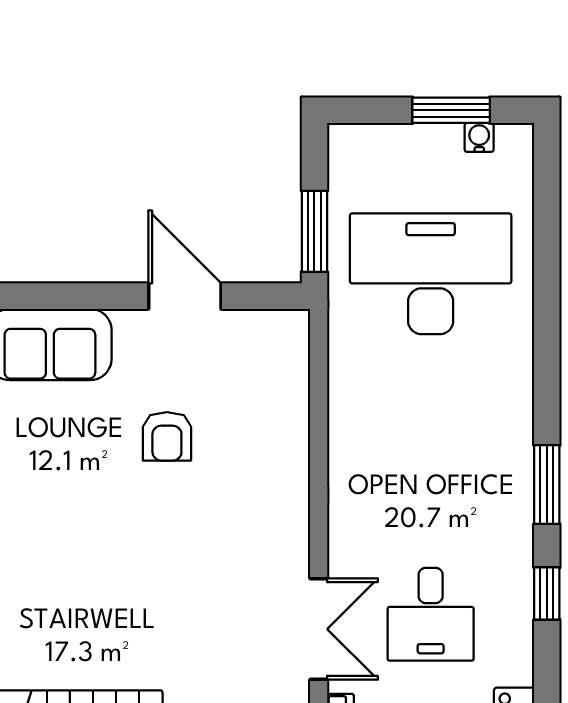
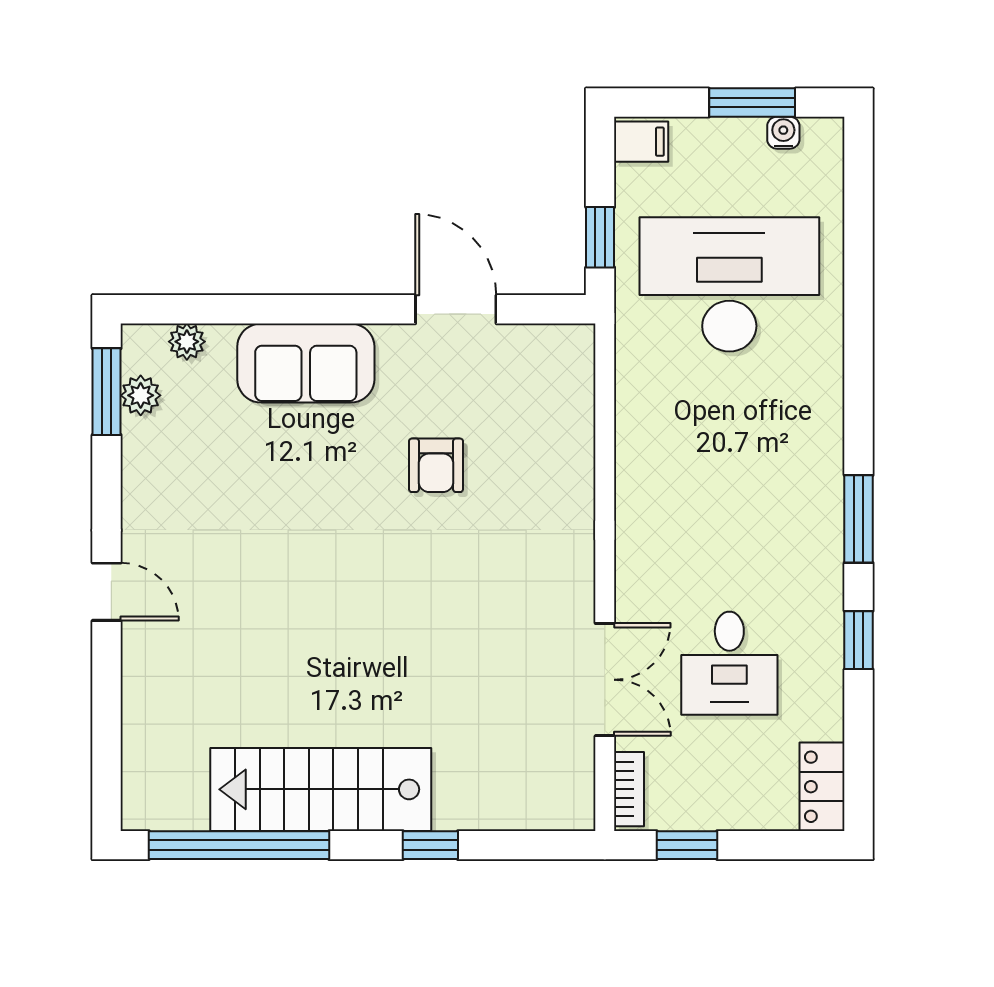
filing cabinet: (351, 145) -> (641, 142), added
window: (314, 231) -> (600, 237), width x0.67

